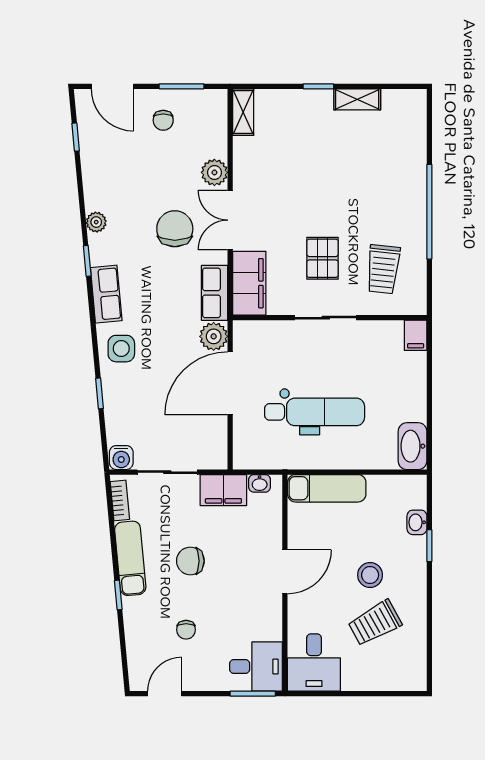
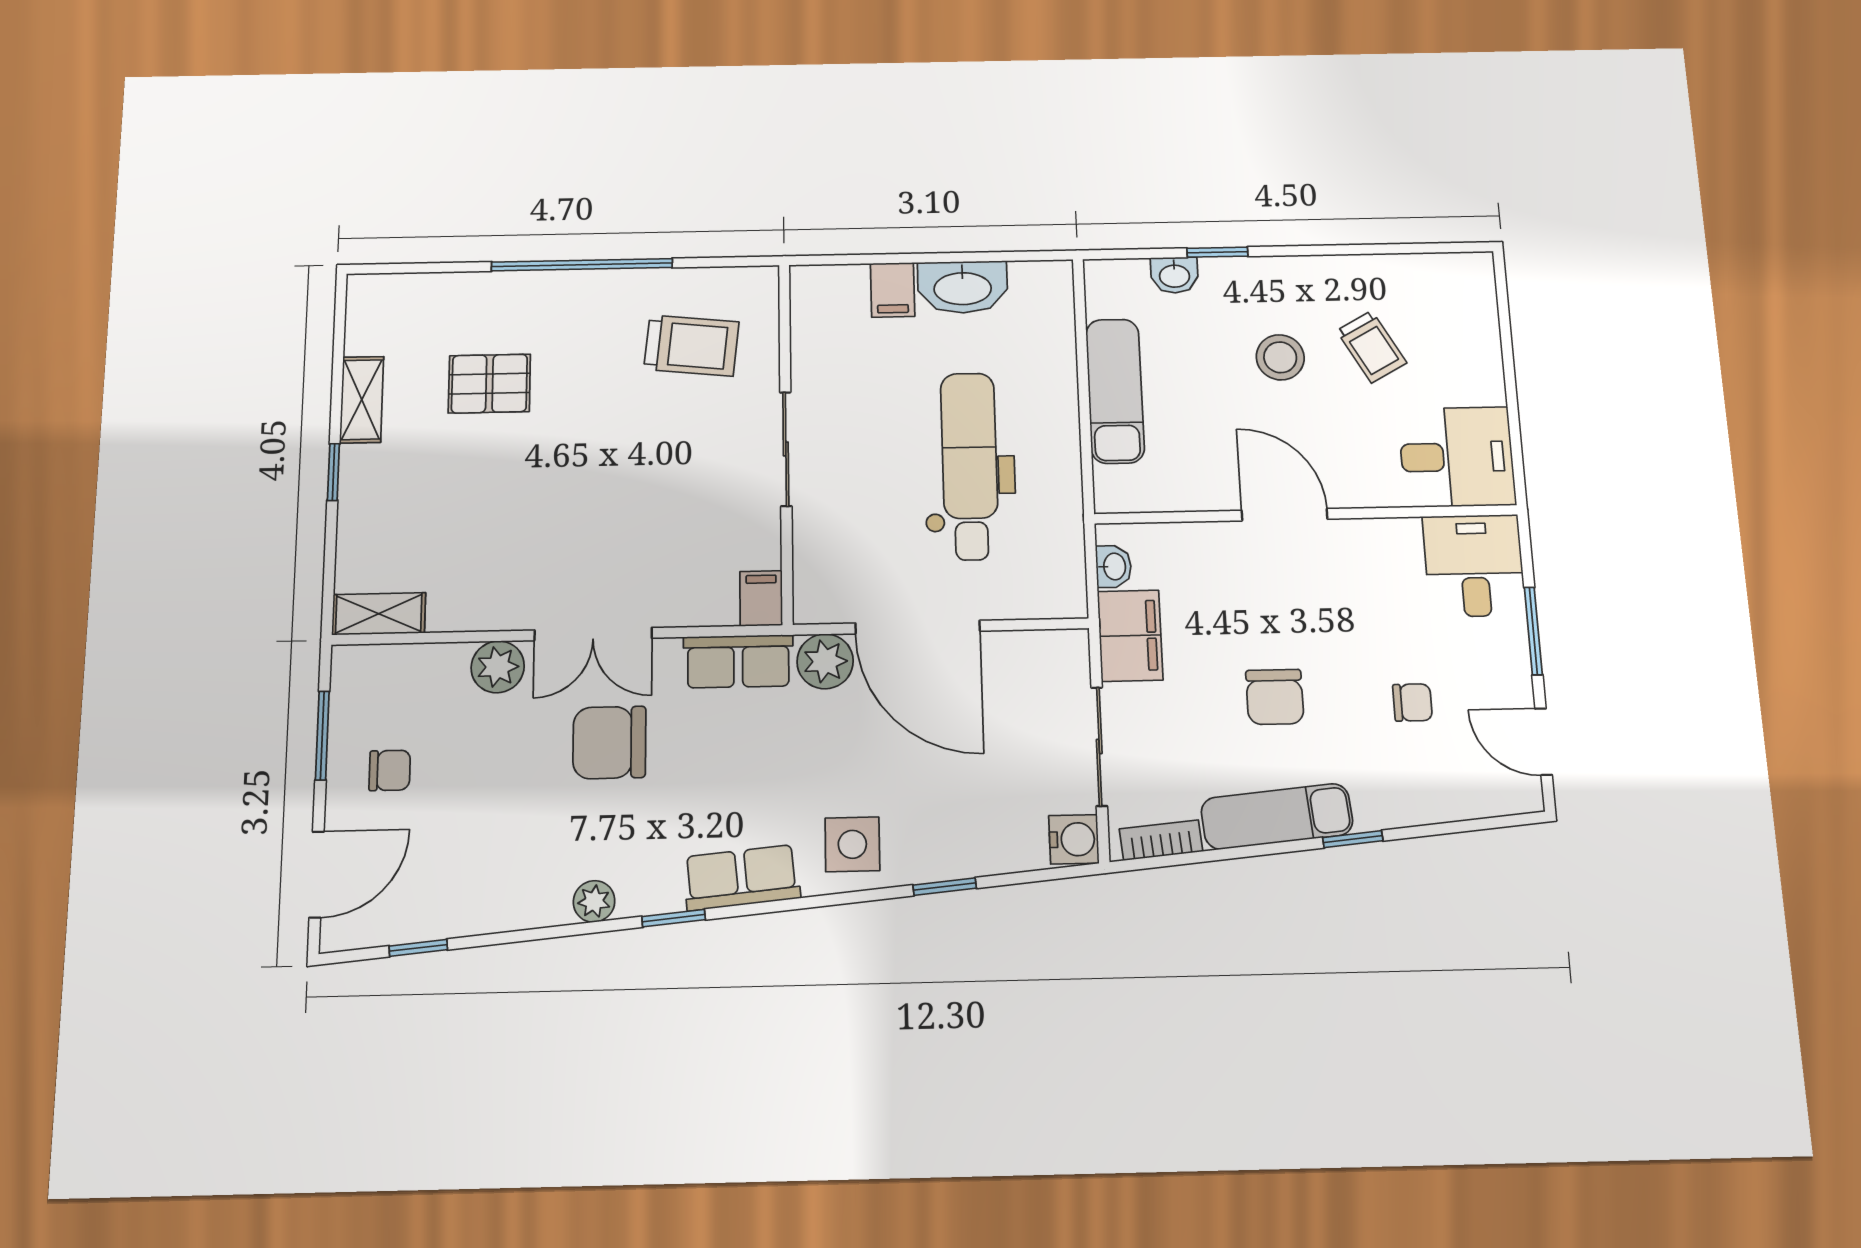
pallet: (322, 258) -> (489, 384), moved
filing cabinet: (249, 283) -> (761, 598), width x0.33, depth x0.86
filing cabinet: (416, 335) -> (893, 290), moved, turned 90
washbasin: (413, 446) -> (963, 287), moved
exam couch: (327, 488) -> (1115, 391), moved
trolley: (375, 623) -> (1372, 347), width x0.73, depth x0.72
window: (253, 694) -> (1533, 631), moved

